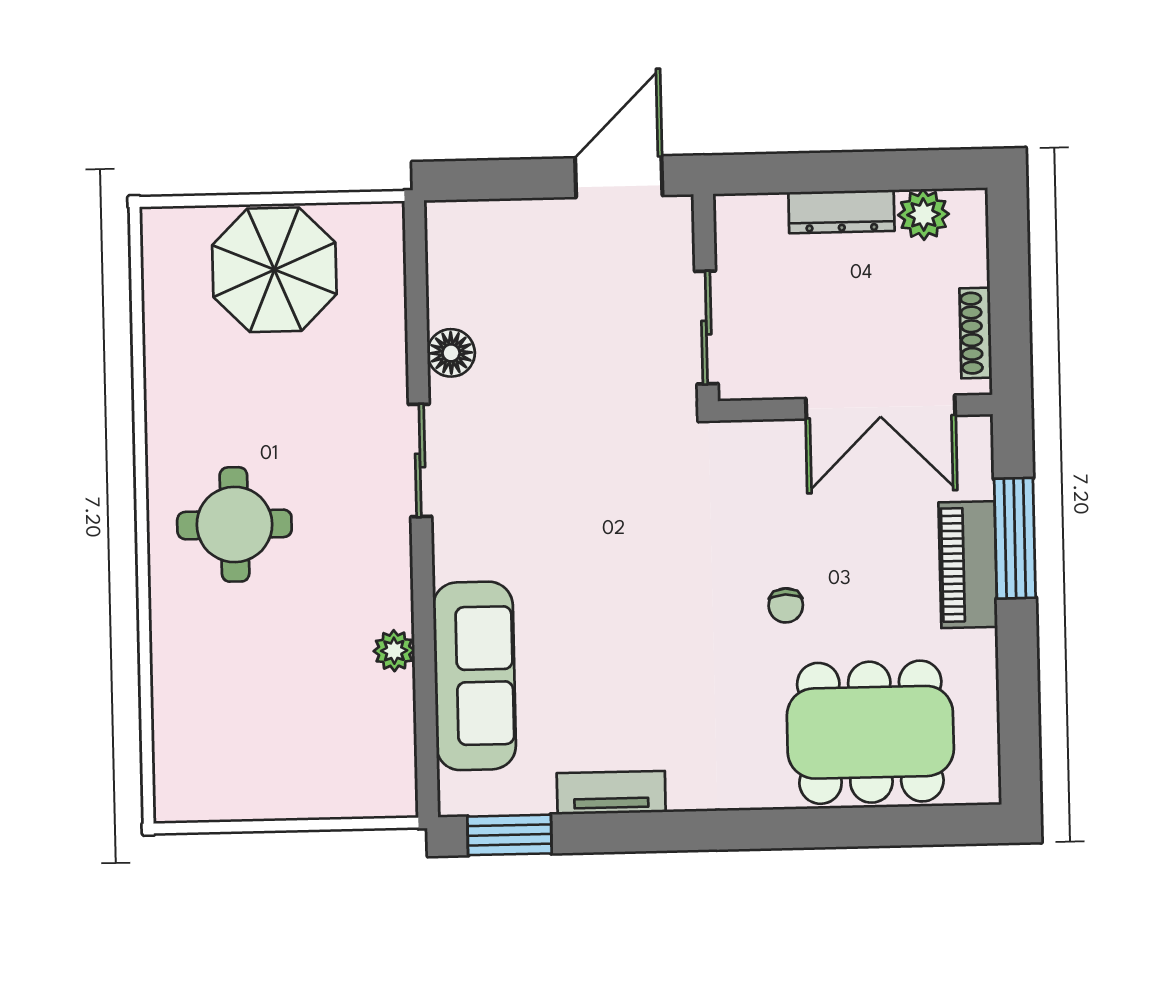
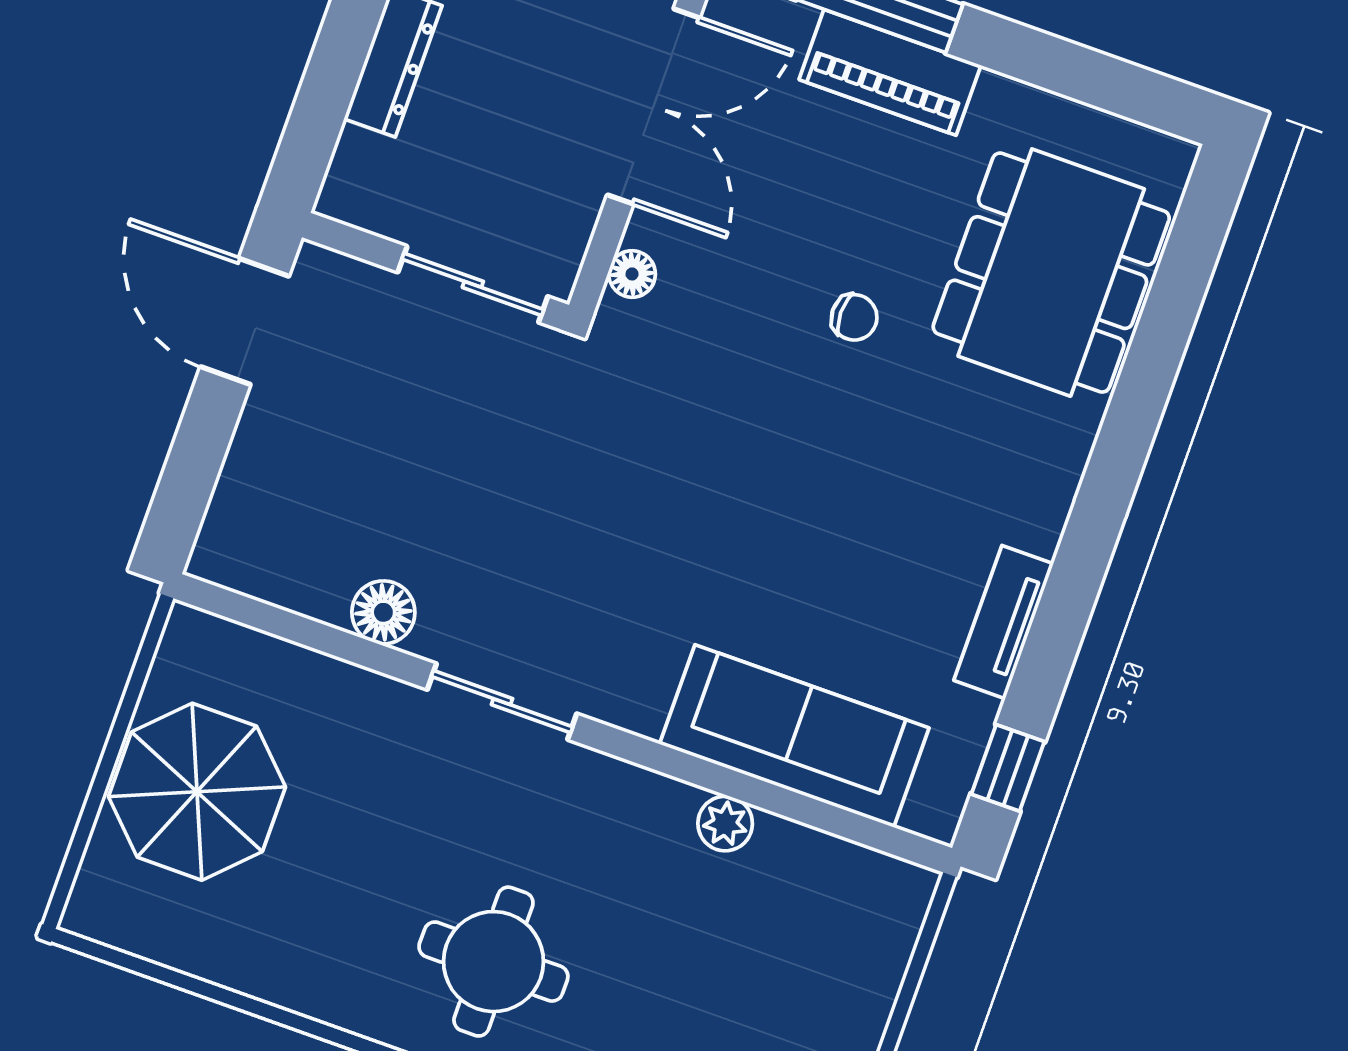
floor lamp: (756, 437) -> (632, 274), added
window: (509, 835) -> (1008, 768), width x0.67

